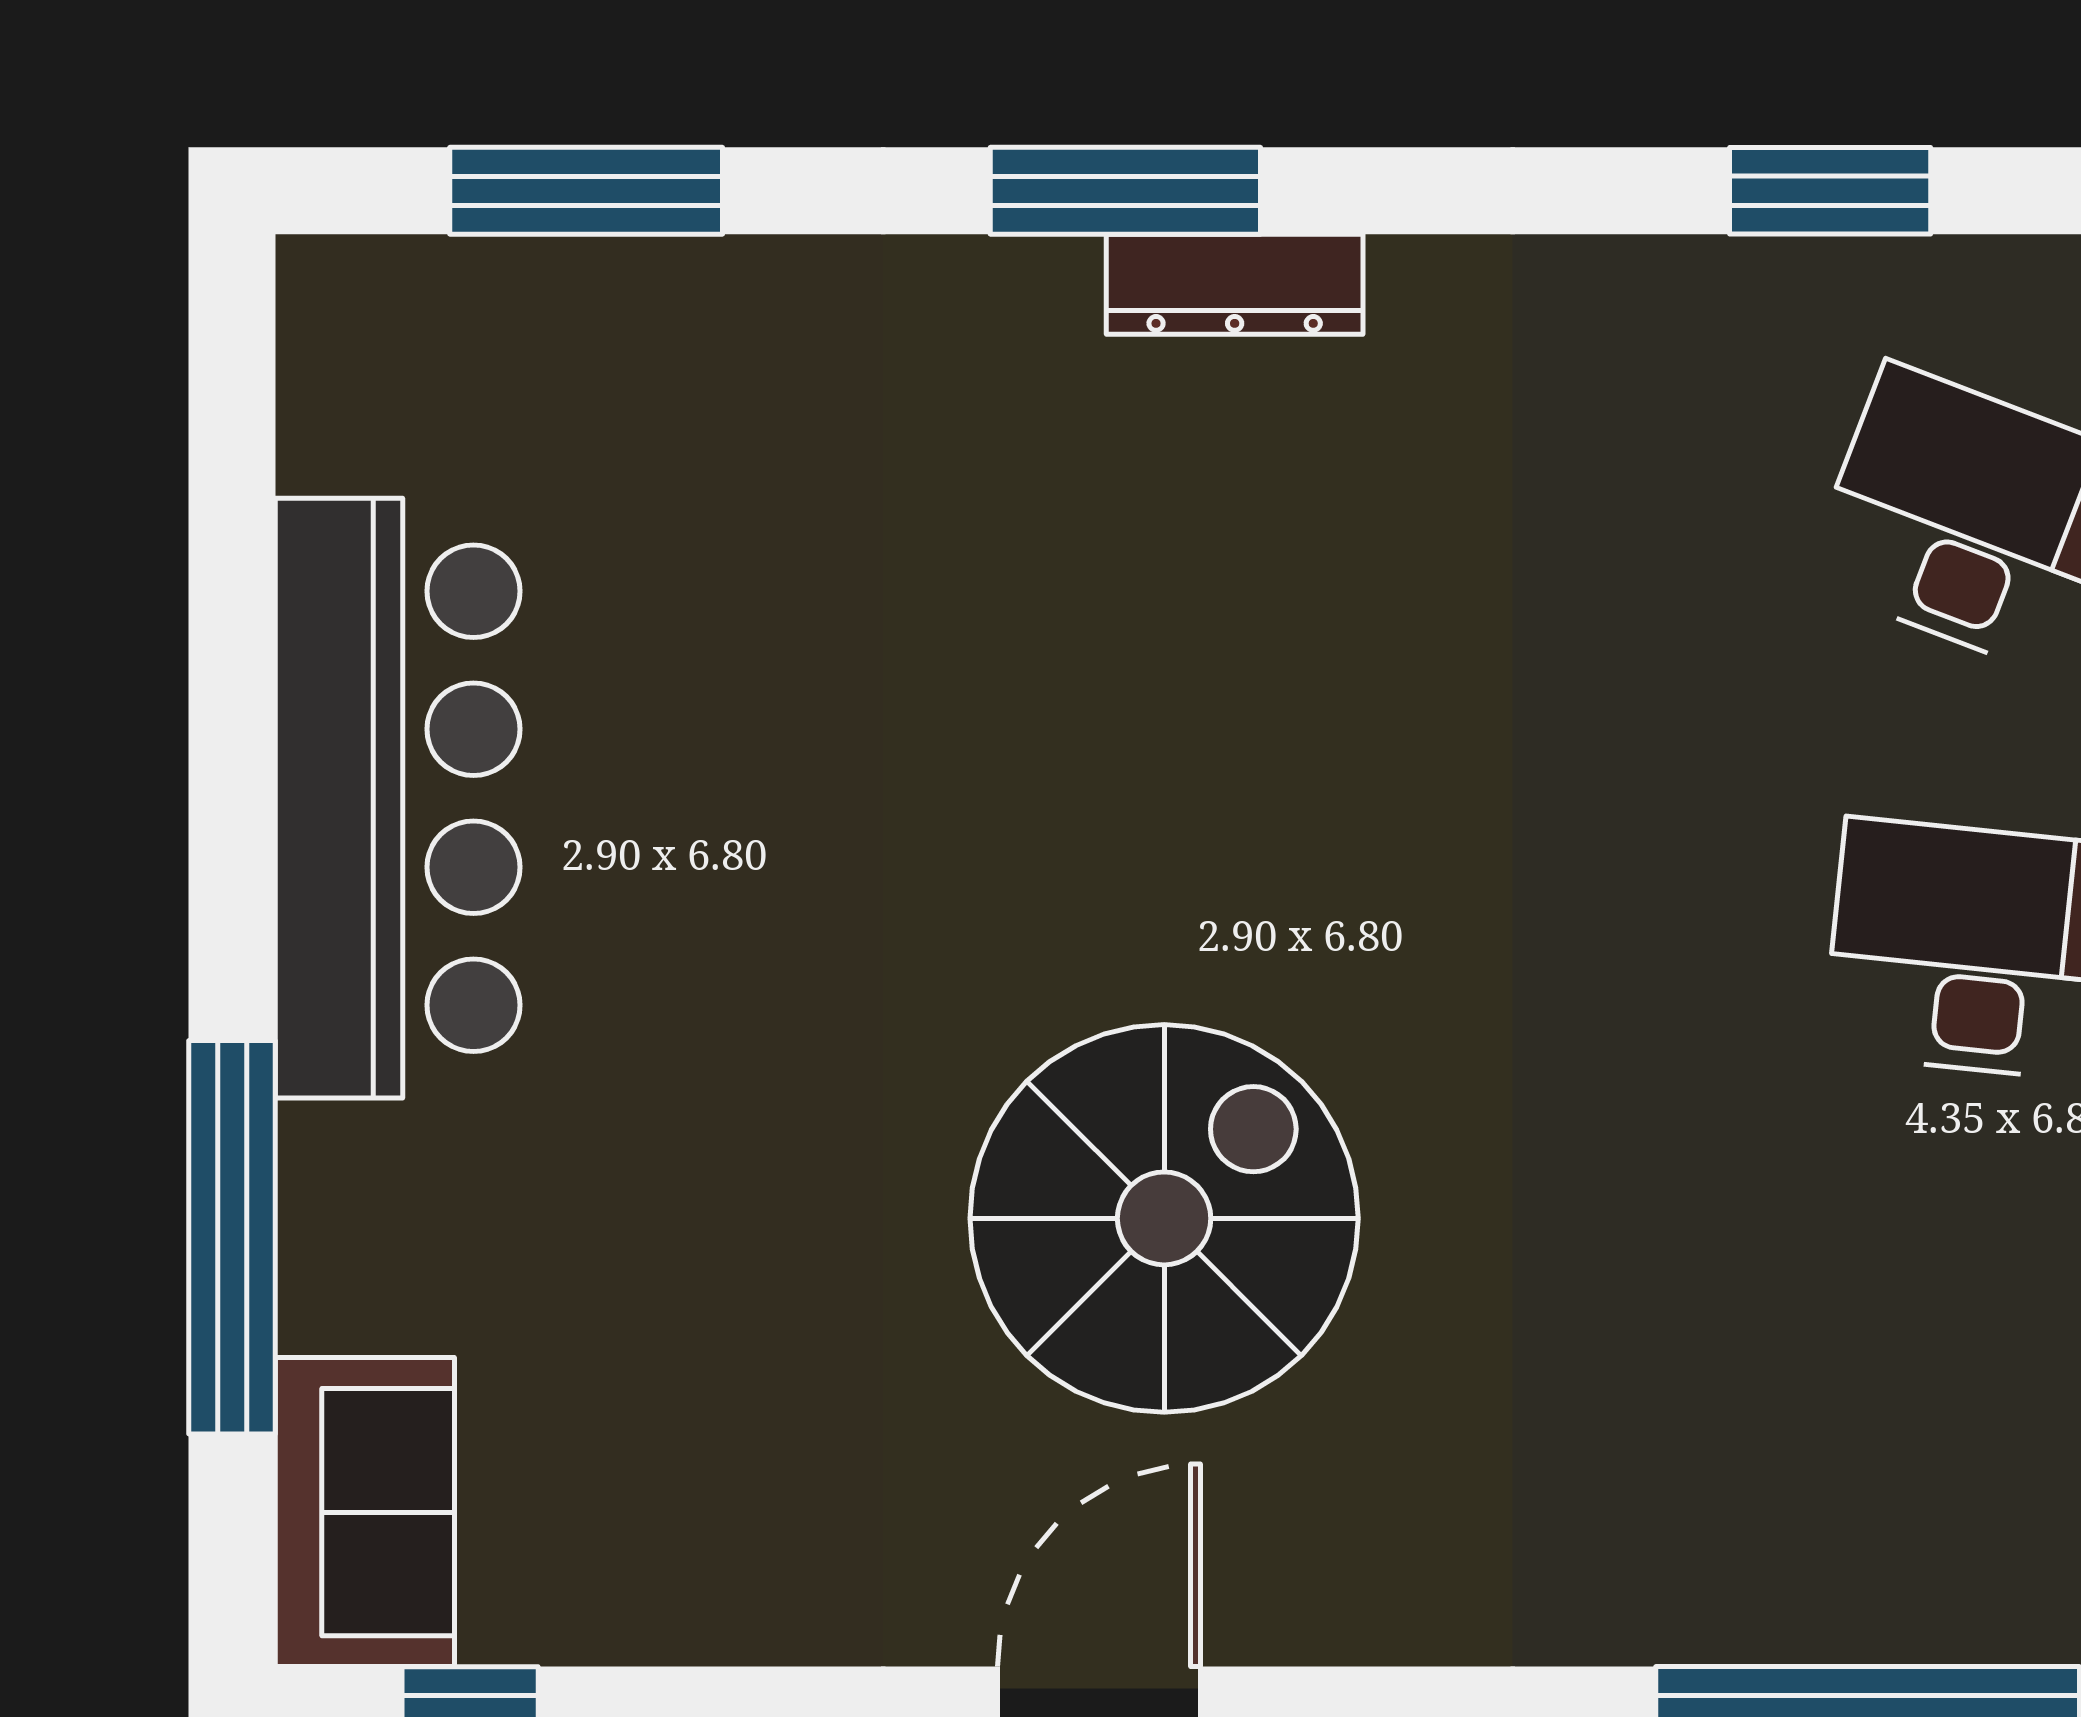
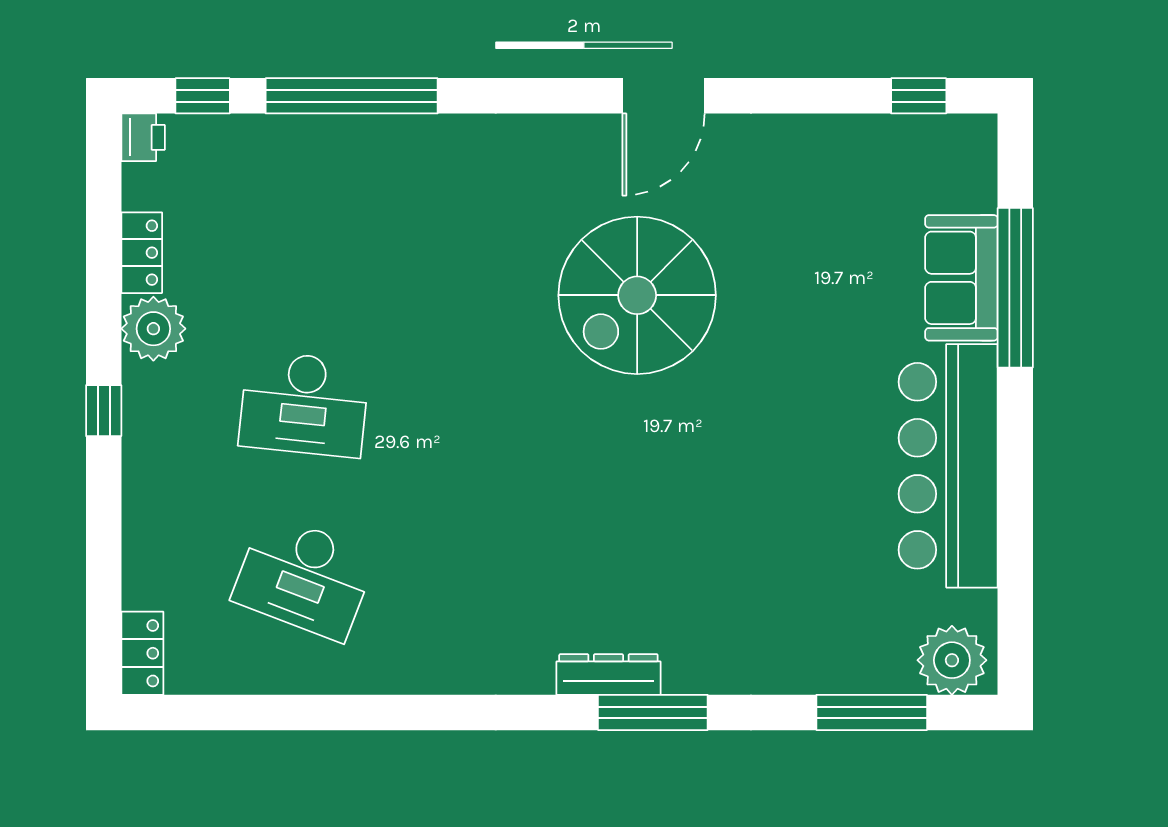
window: (1830, 191) -> (367, 712), removed
plant: (388, 319) -> (952, 660), added
sofa: (365, 1512) -> (961, 278), moved

